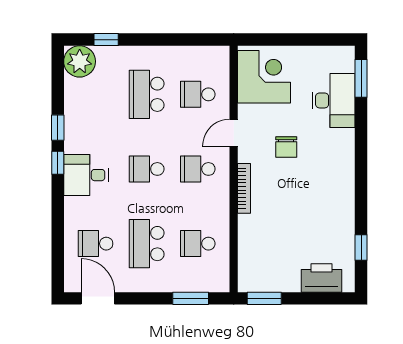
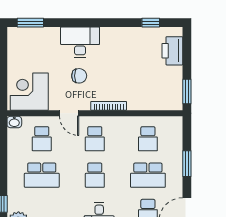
washbasin: (221, 56) -> (14, 122), added
desk: (334, 100) -> (80, 42), moved
window: (191, 298) -> (187, 164), moved

